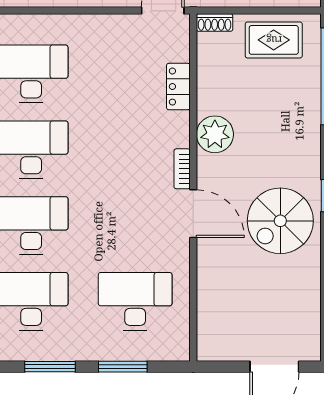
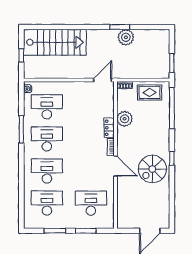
locker: (178, 87) -> (109, 128), moved
plant: (215, 134) -> (125, 119), moved

